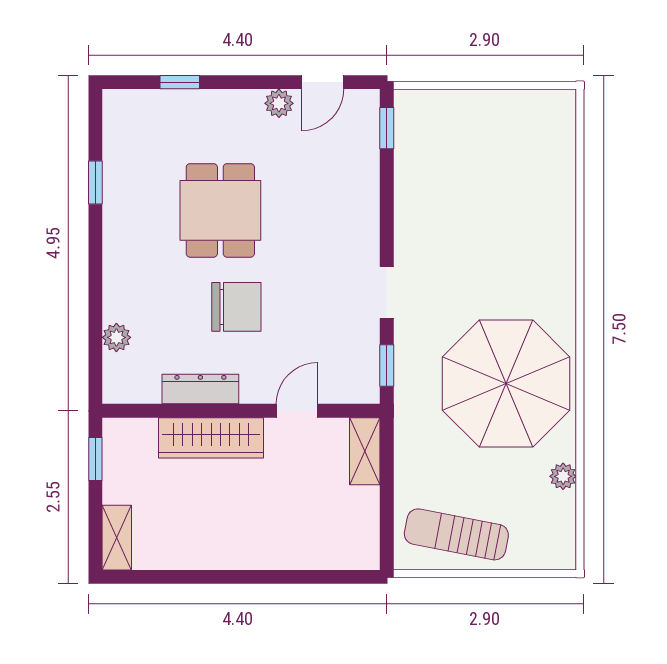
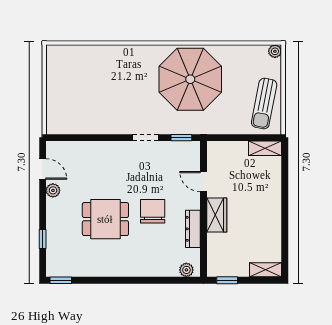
window: (387, 128) -> (65, 138), removed
window: (95, 182) -> (61, 280), moved
plant: (116, 337) -> (186, 270), moved
wardrobe: (211, 438) -> (217, 215), width x0.67
shelving: (365, 451) -> (265, 148), moved
plant: (563, 476) -> (275, 51), moved

